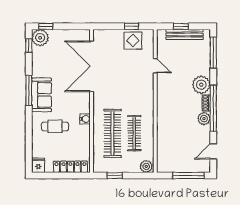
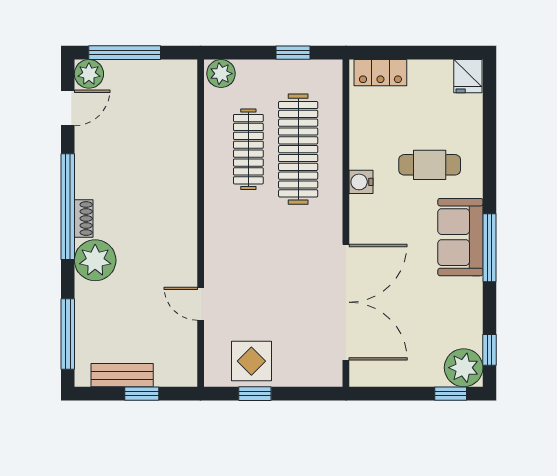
bench: (185, 34) -> (122, 375), width x0.73
plant: (204, 119) -> (89, 74), moved
locker: (70, 167) -> (380, 73), width x0.66

